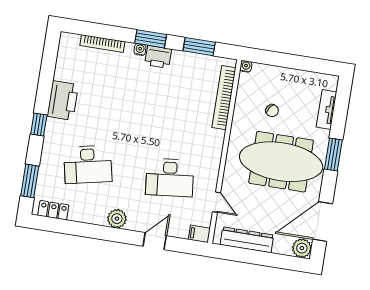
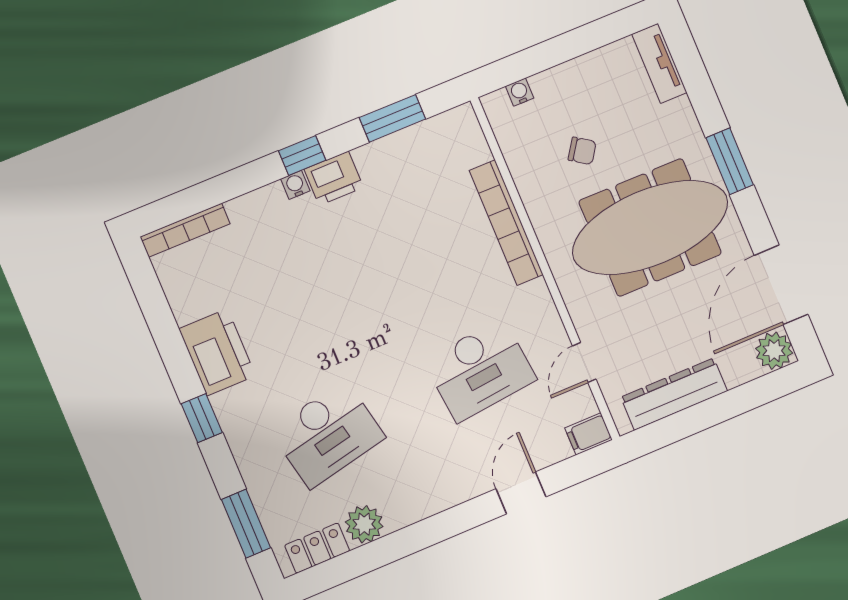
window: (151, 39) -> (302, 156), width x0.67
bookcase: (102, 44) -> (185, 230), moved
water cooler: (246, 66) -> (520, 92), moved
bookcase: (224, 98) -> (506, 223), moved
tv unit: (326, 110) -> (659, 63), moved
door: (217, 202) -> (584, 363), swing flipped
plant: (117, 219) -> (364, 524), moved

